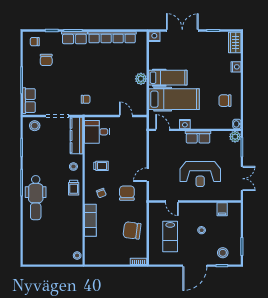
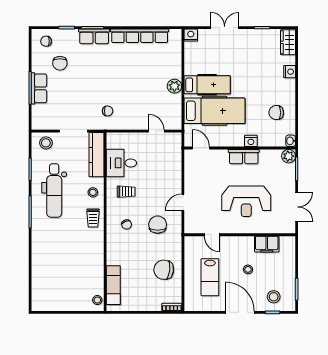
double door: (182, 30) -> (225, 28), width x0.73
row of seats: (29, 101) -> (39, 88), moved
nightstand: (185, 124) -> (251, 141), moved
desk: (97, 132) -> (122, 163), moved
dental chair: (36, 198) -> (54, 190), moved
filing cabinet: (222, 209) -> (267, 244), width x2.00
exam couch: (90, 220) -> (113, 285), moved
door: (195, 266) -> (240, 312), swing flipped

